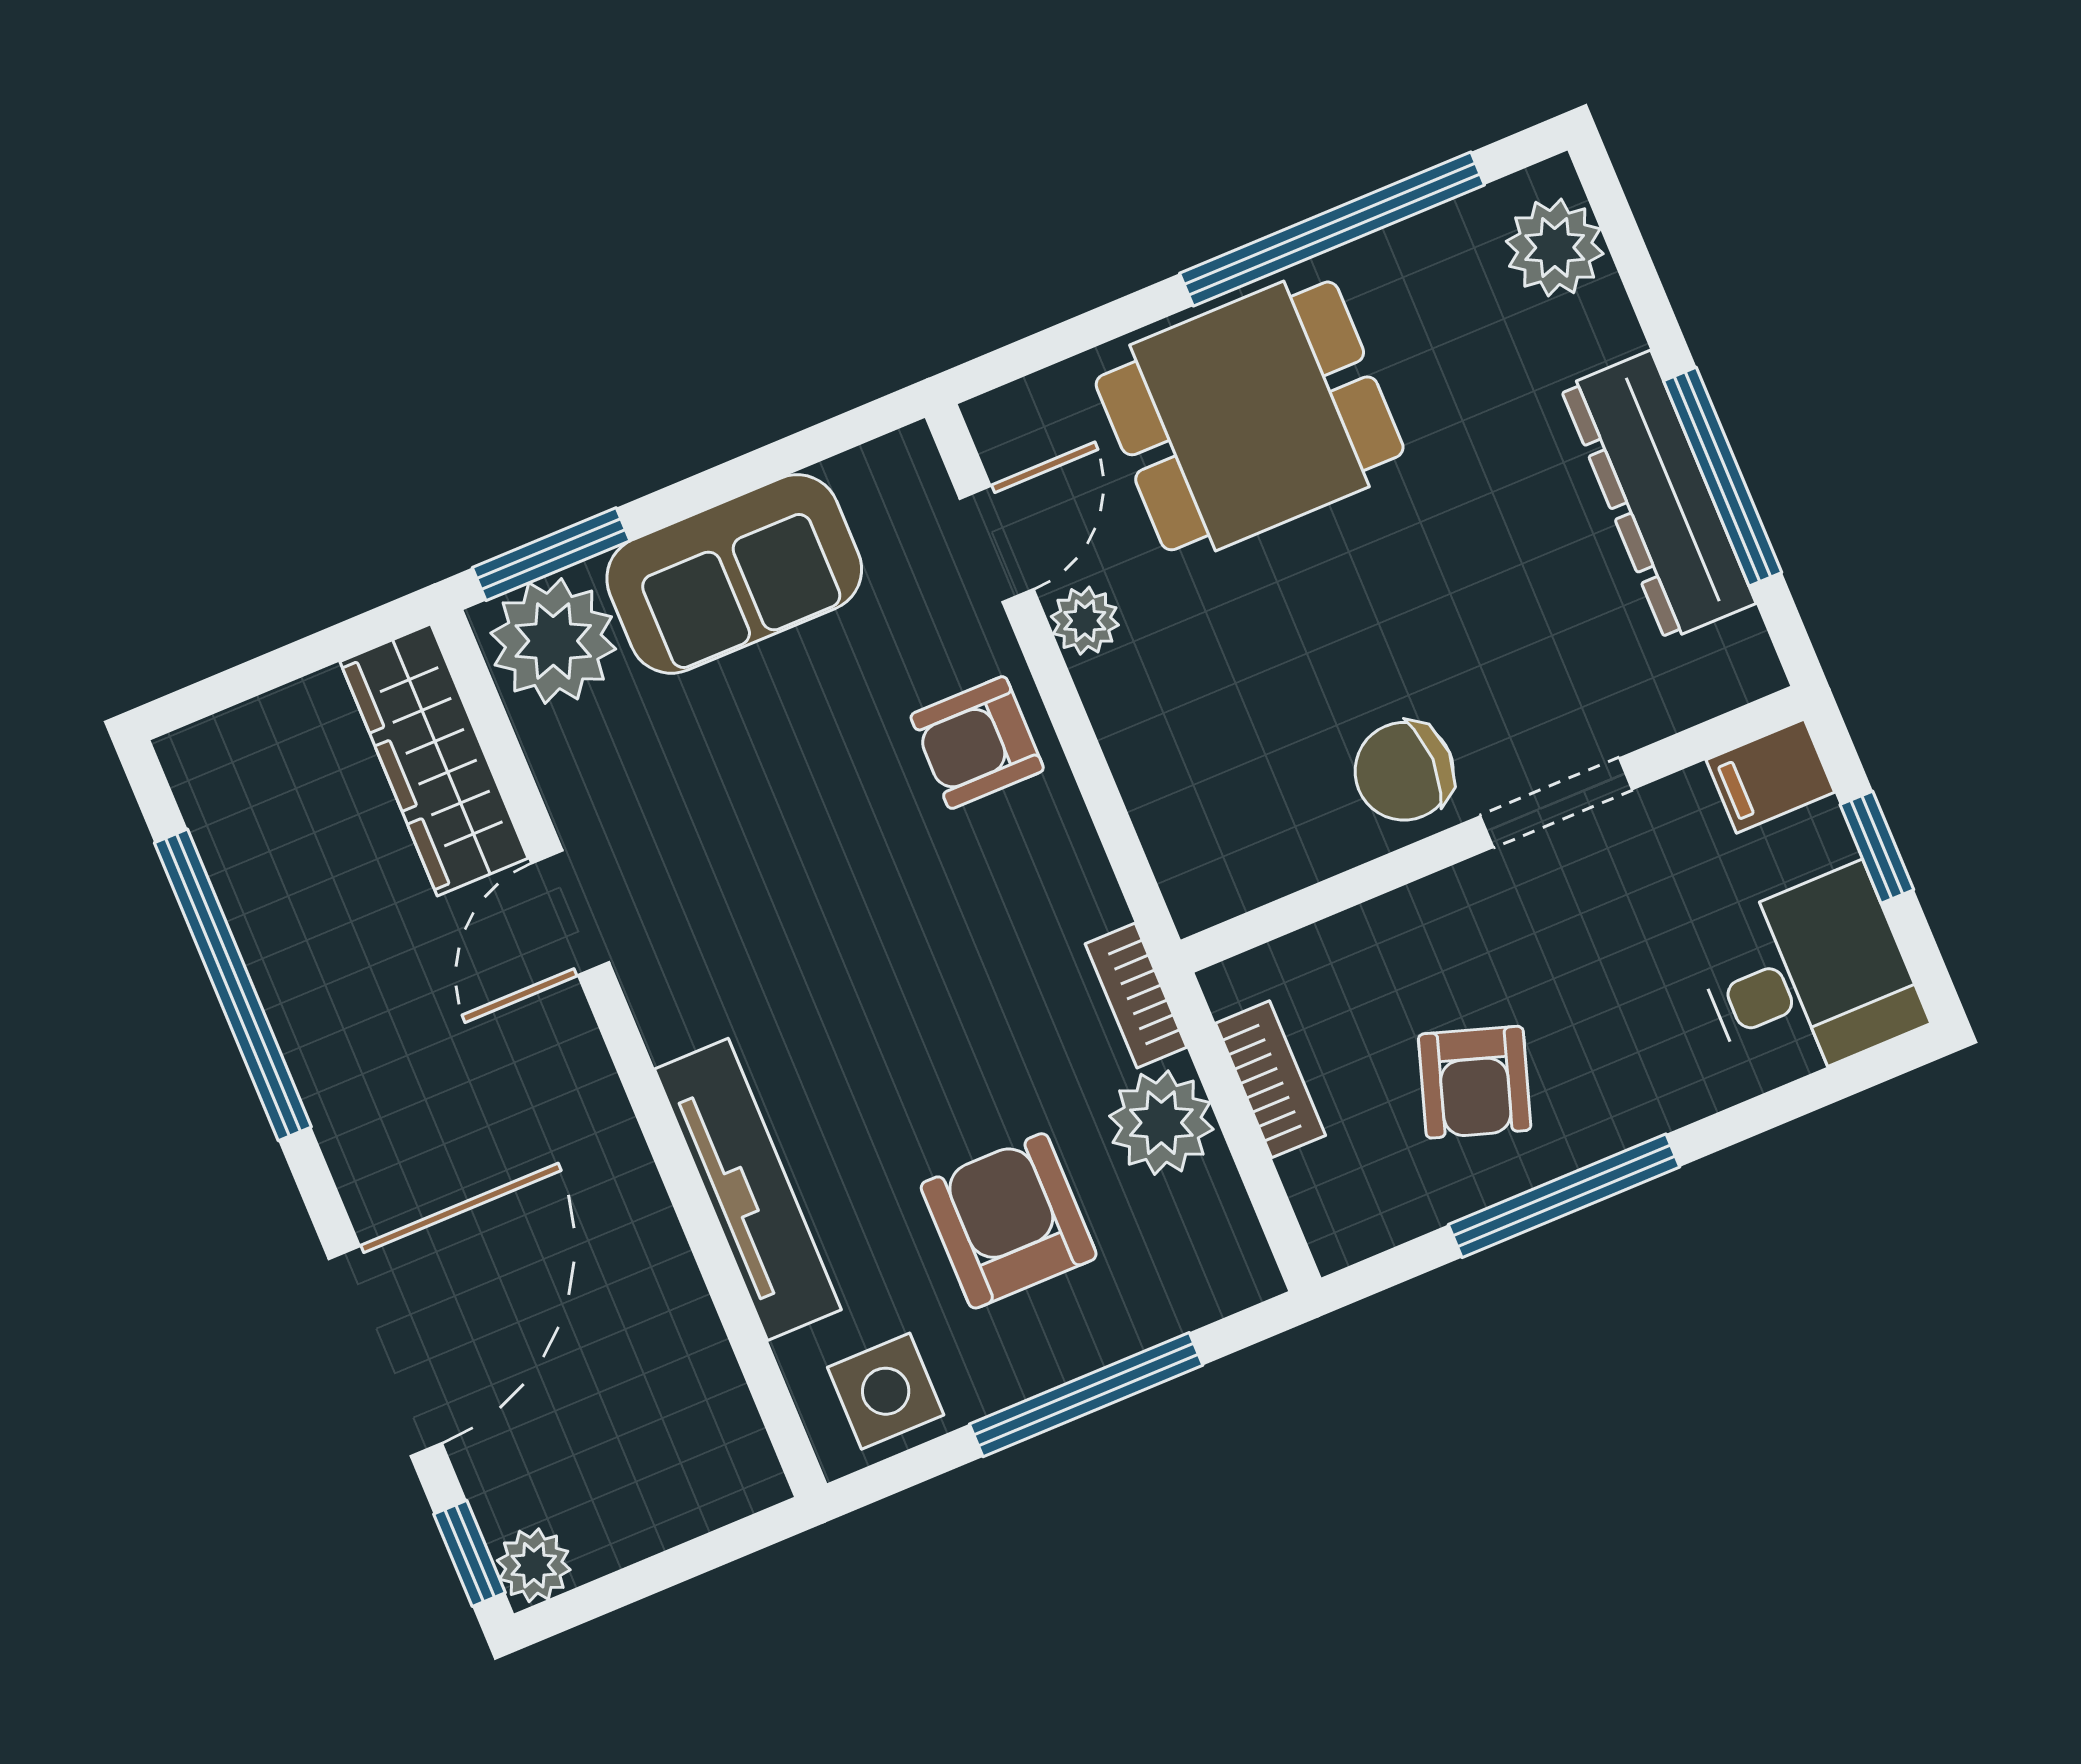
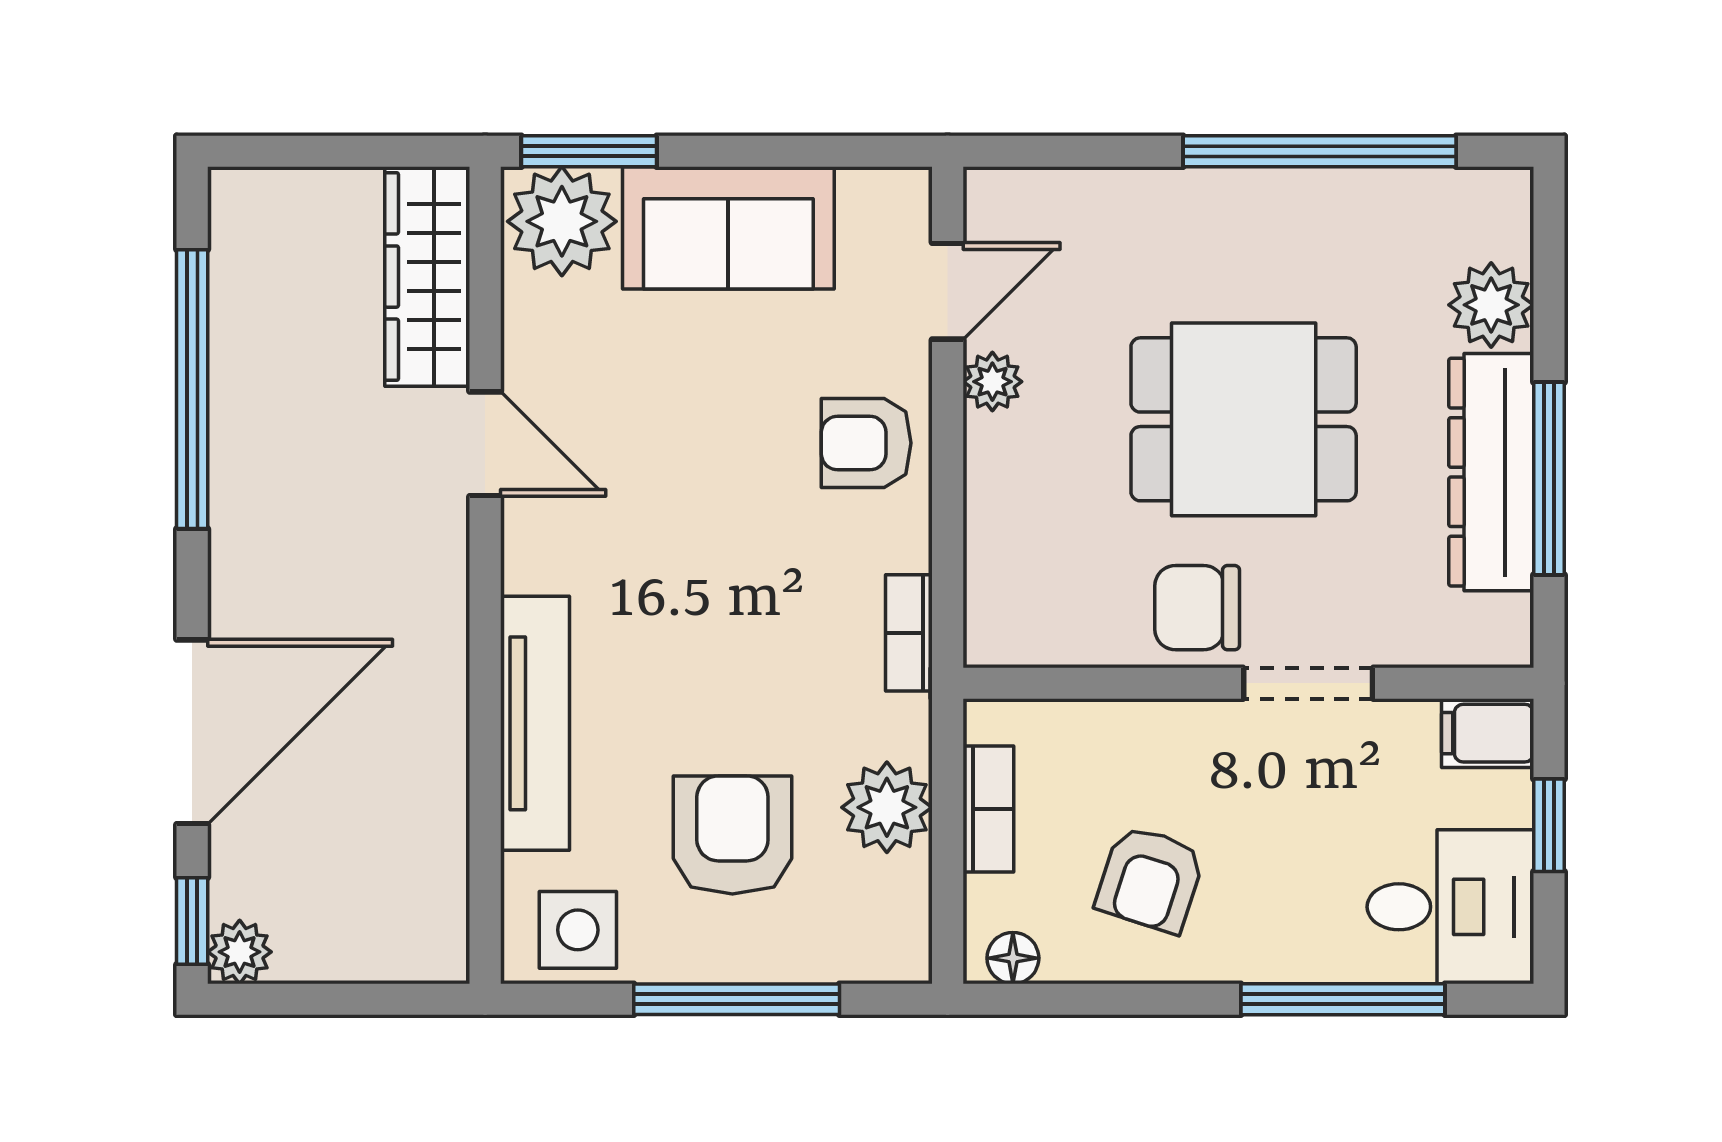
plant: (1555, 247) -> (1491, 305), moved
dining table: (1250, 416) -> (1244, 419), moved
door: (570, 913) -> (485, 444), swing flipped
bookcase: (1136, 995) -> (909, 633), moved
window: (1564, 1196) -> (1343, 999), moved
floor lamp: (1363, 1228) -> (1013, 958), added

